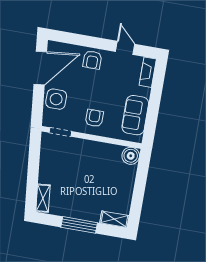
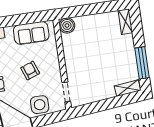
armchair: (94, 118) -> (30, 71), moved, turned 70
window: (79, 225) -> (142, 63), moved

